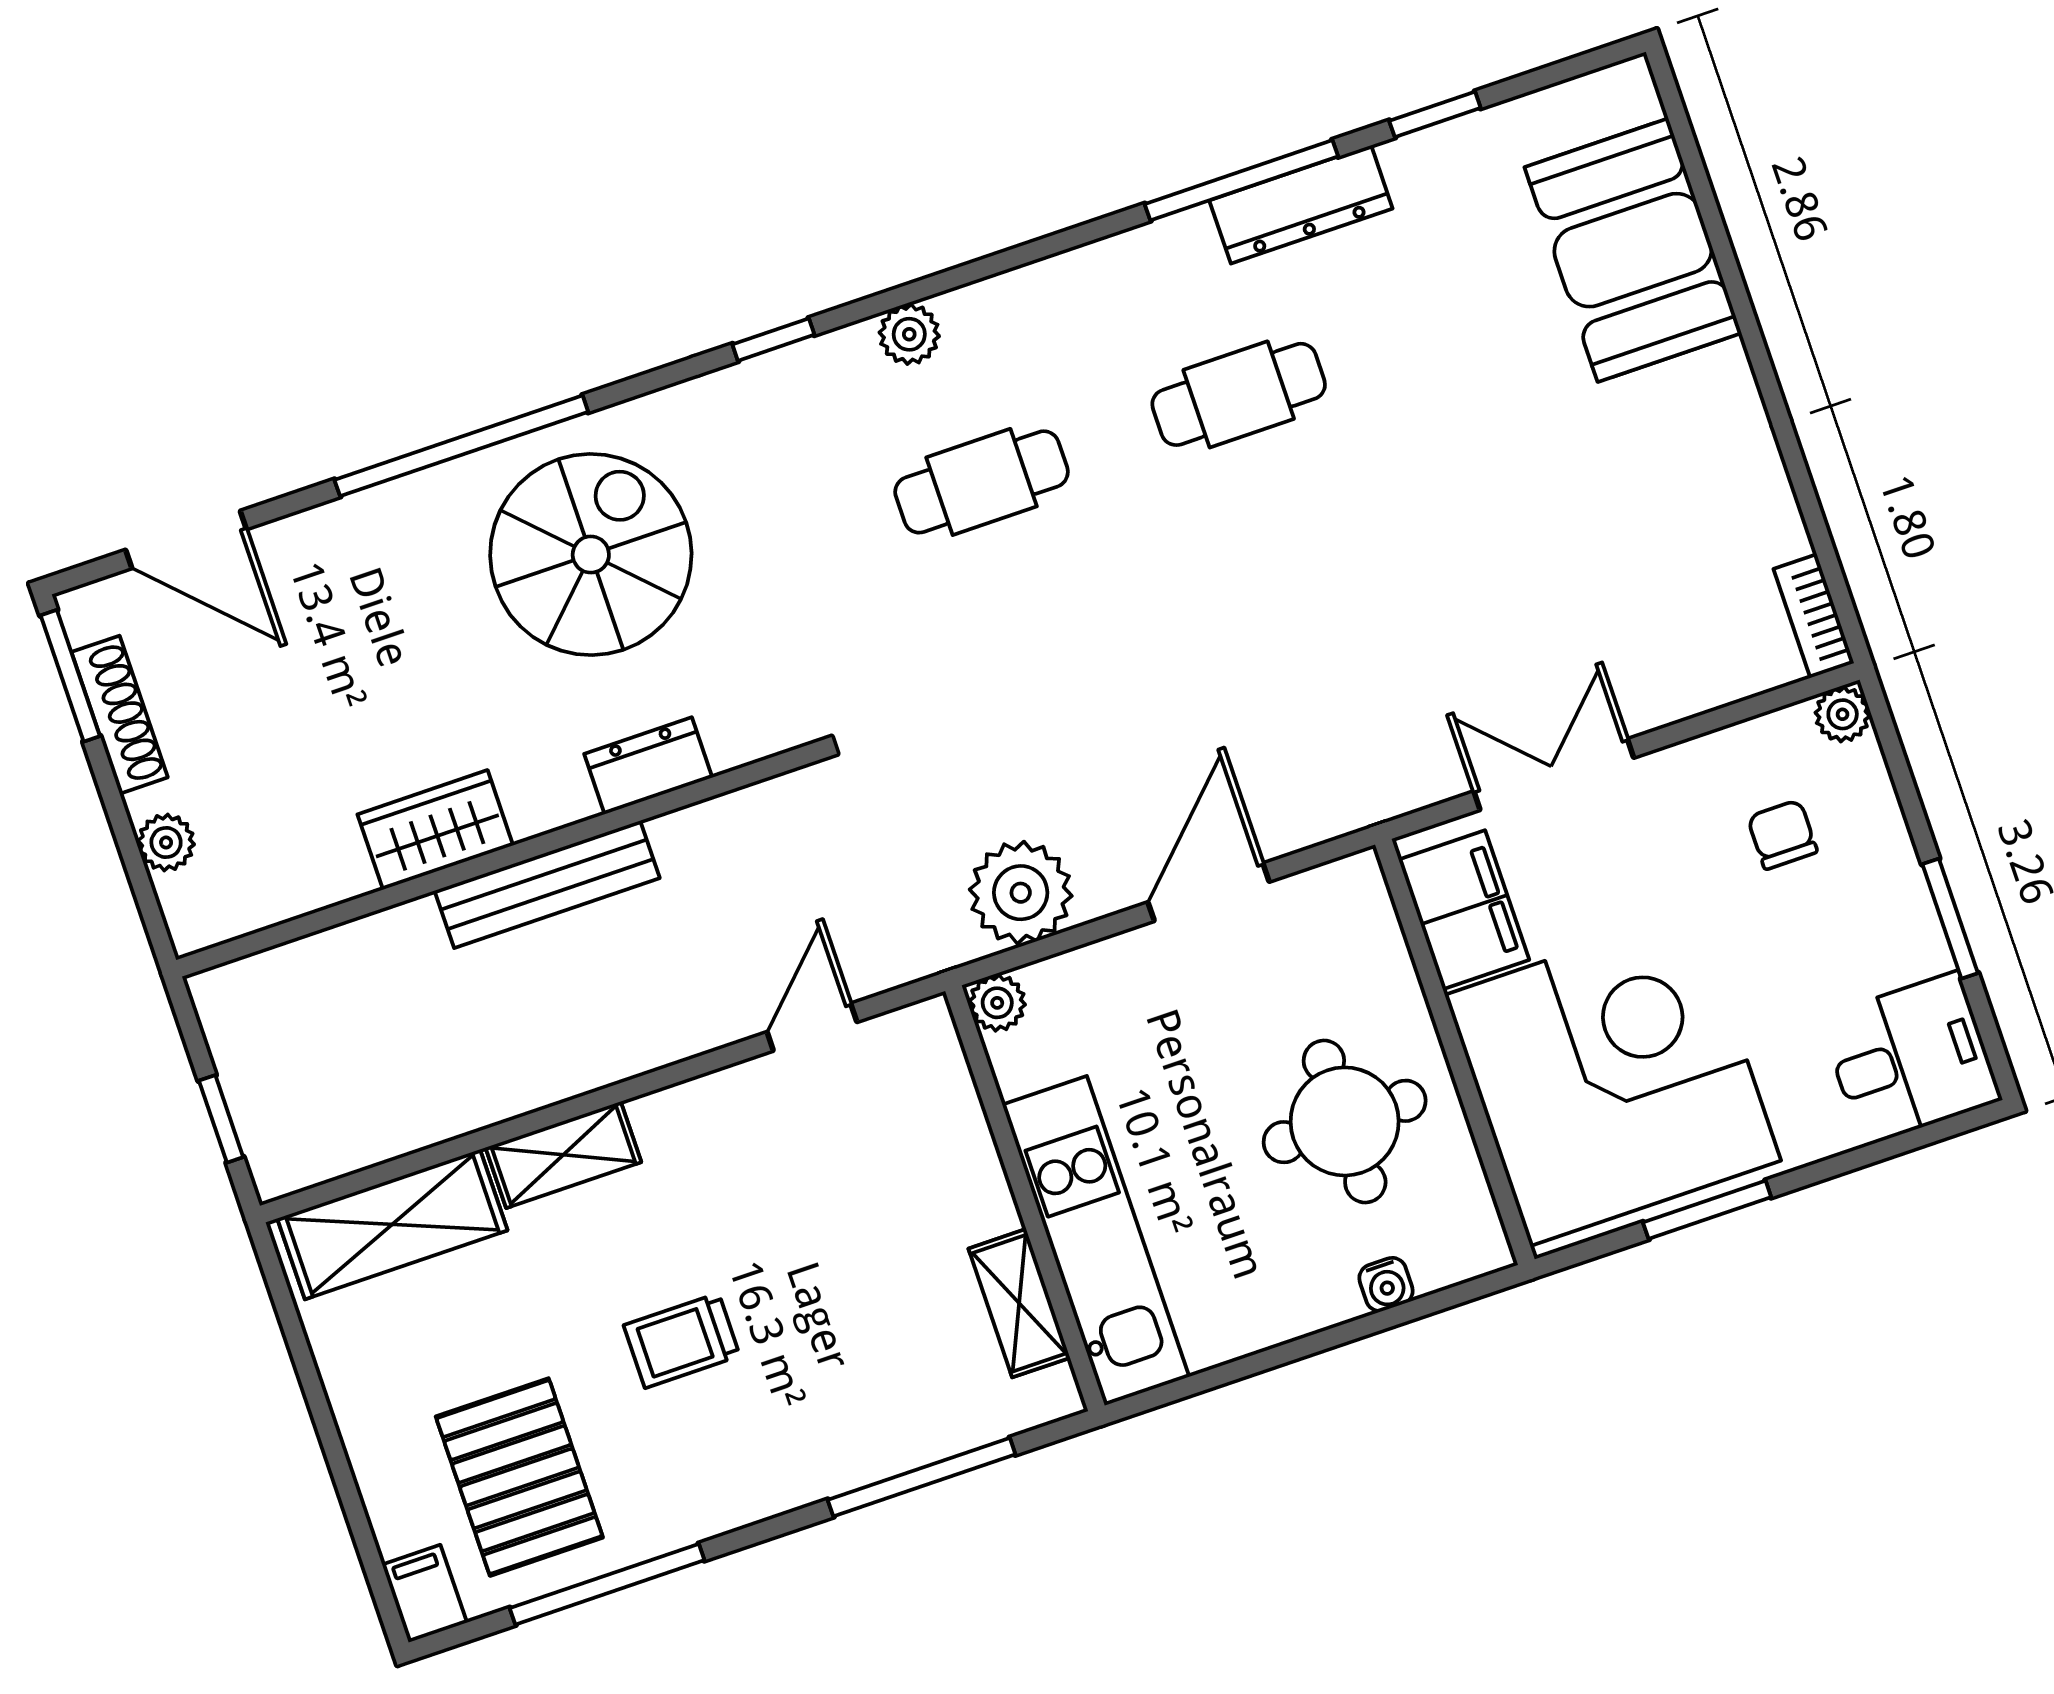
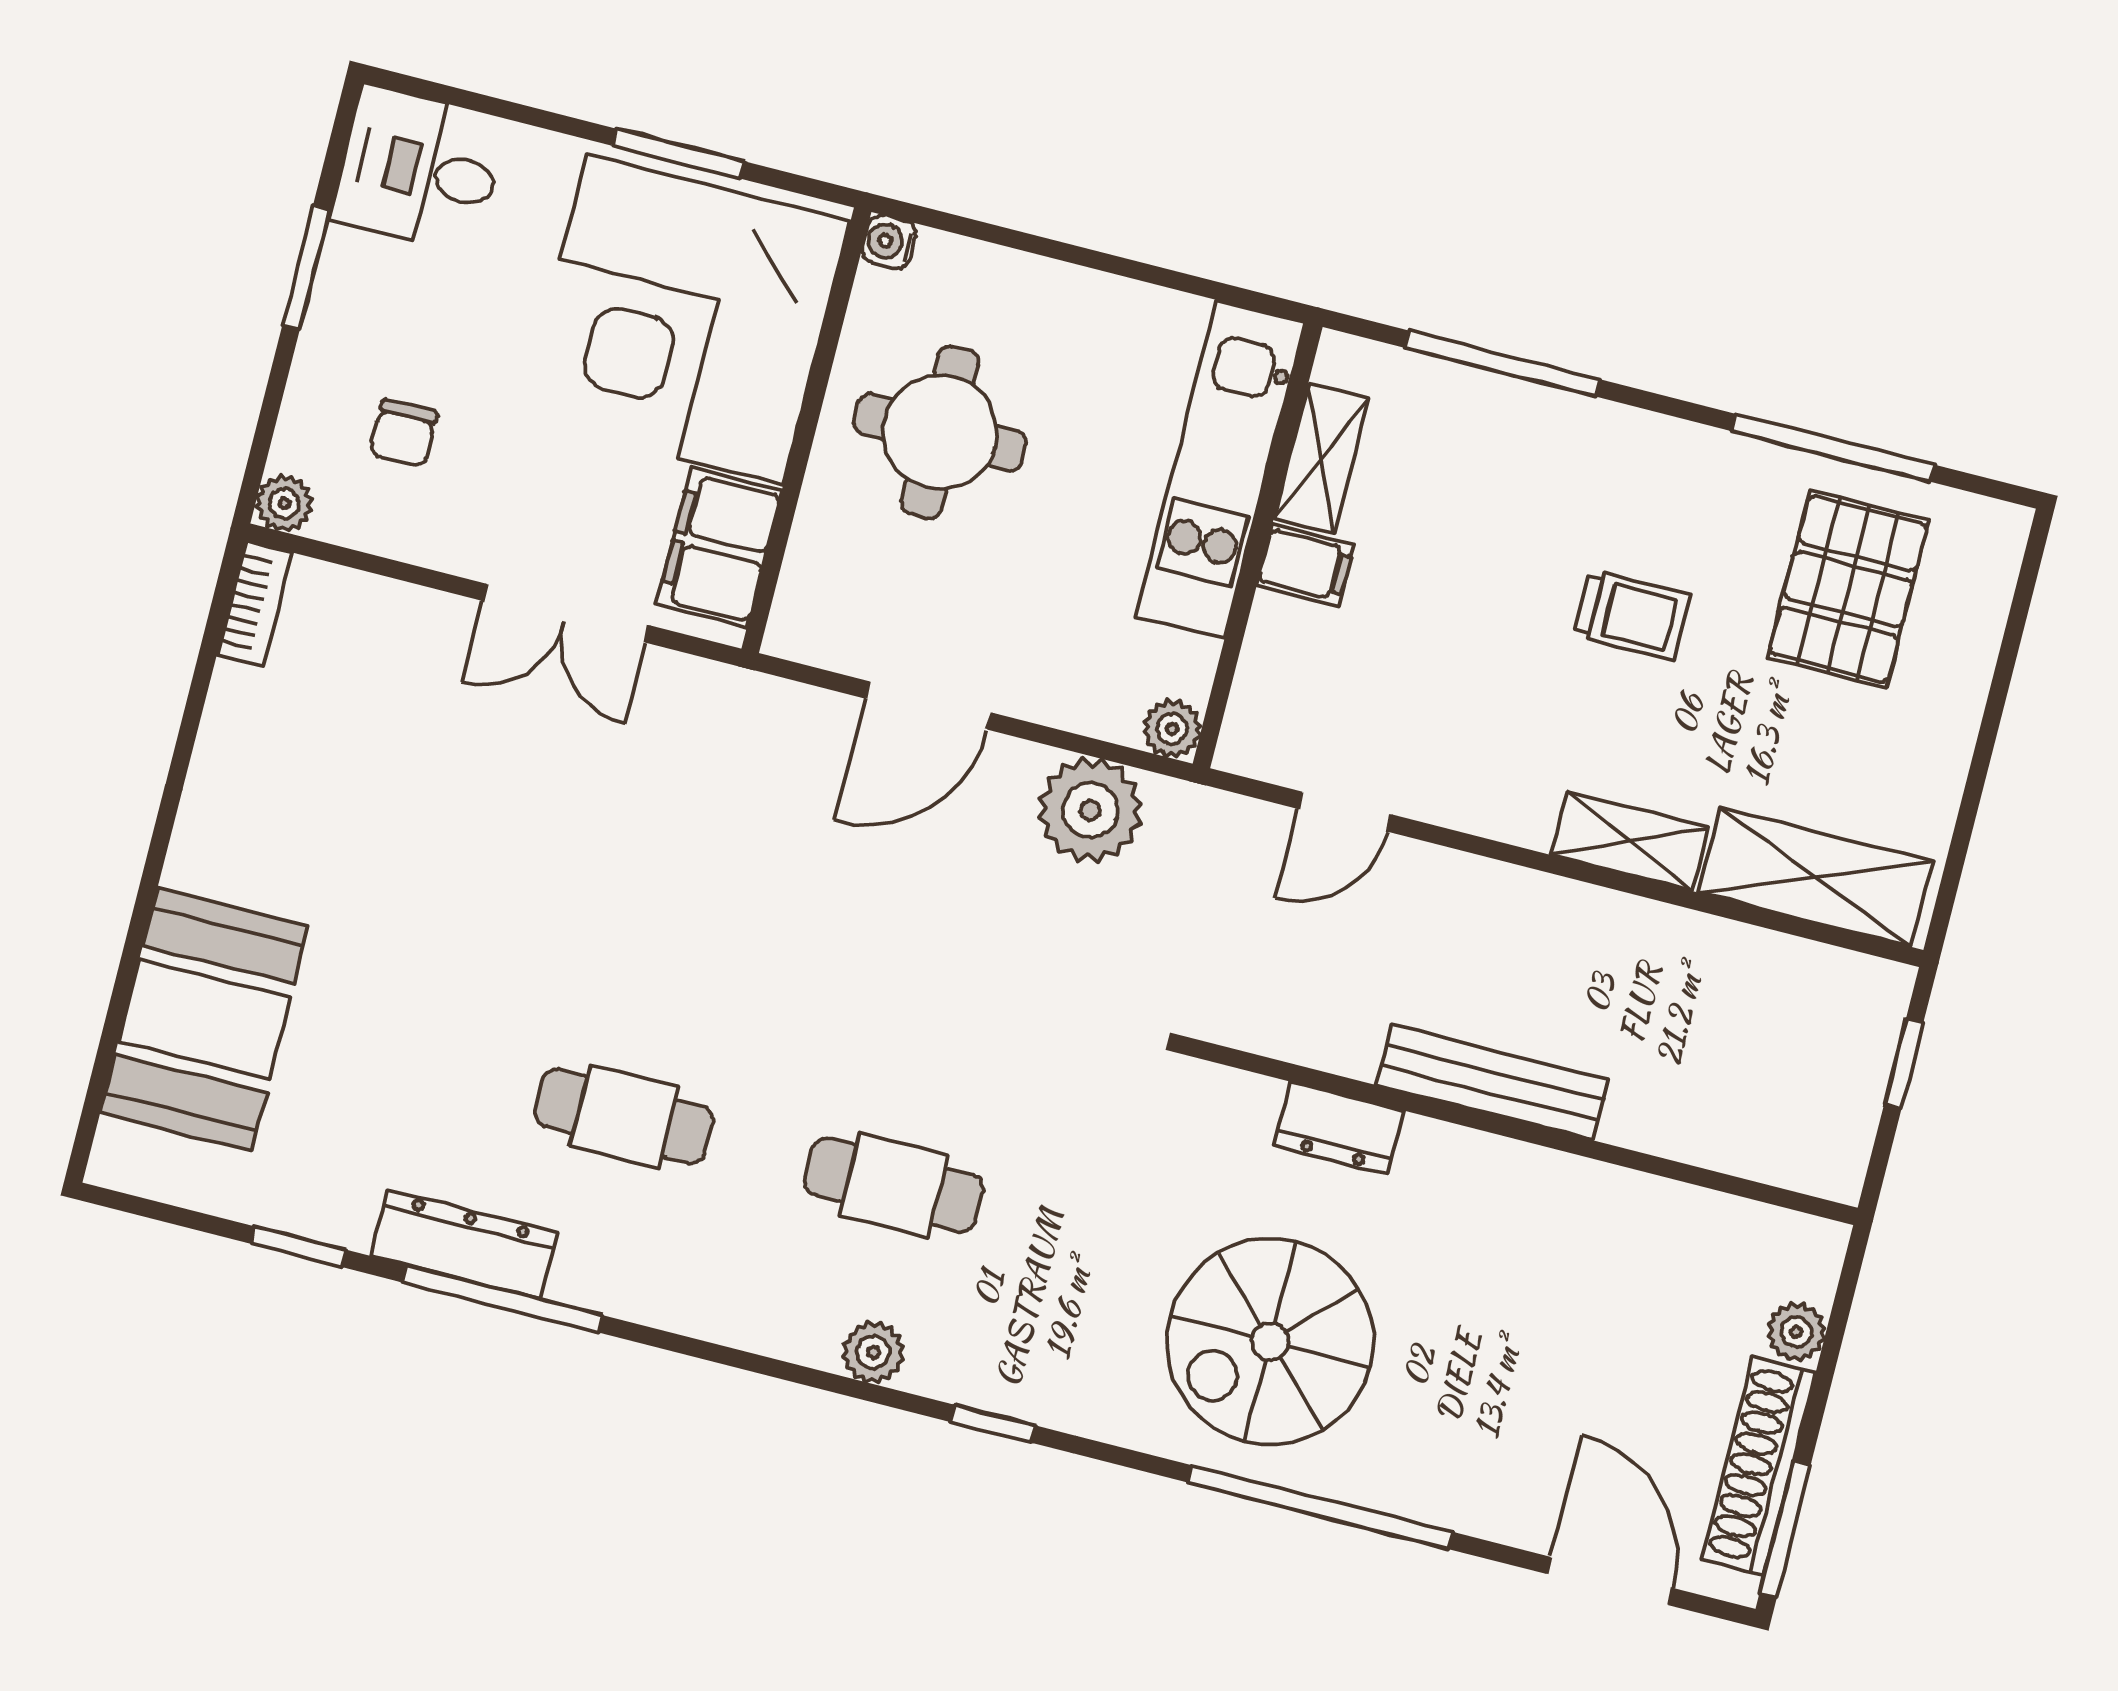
shoe rack: (120, 715) -> (1759, 1466), width x1.36, depth x1.24
wardrobe: (435, 830) -> (1558, 1192), removed
water cooler: (1386, 1284) -> (889, 242), moved, turned -90
filing cabinet: (425, 1594) -> (1305, 565), moved, turned -90

